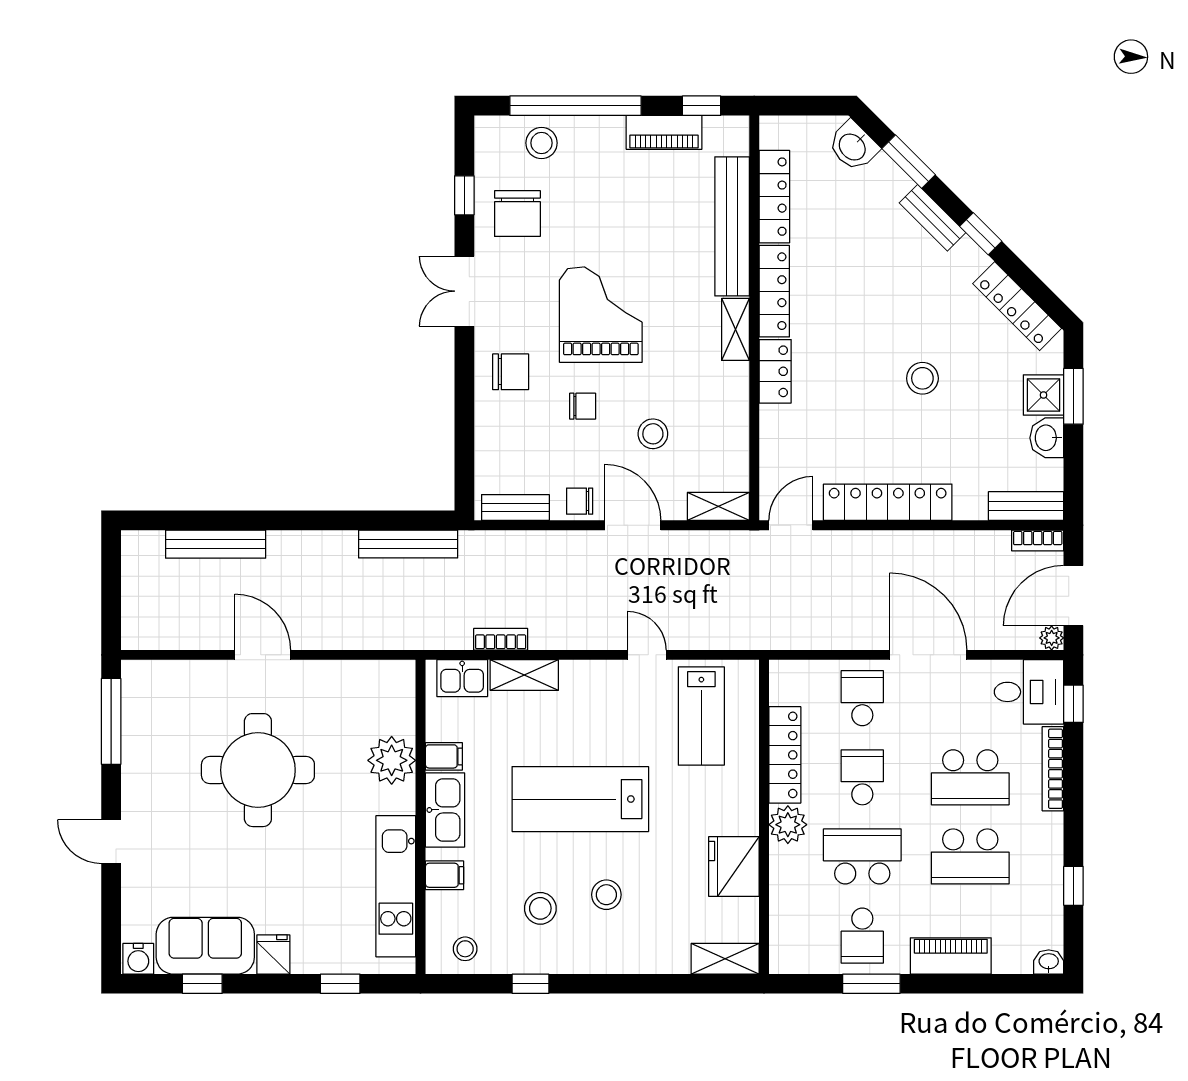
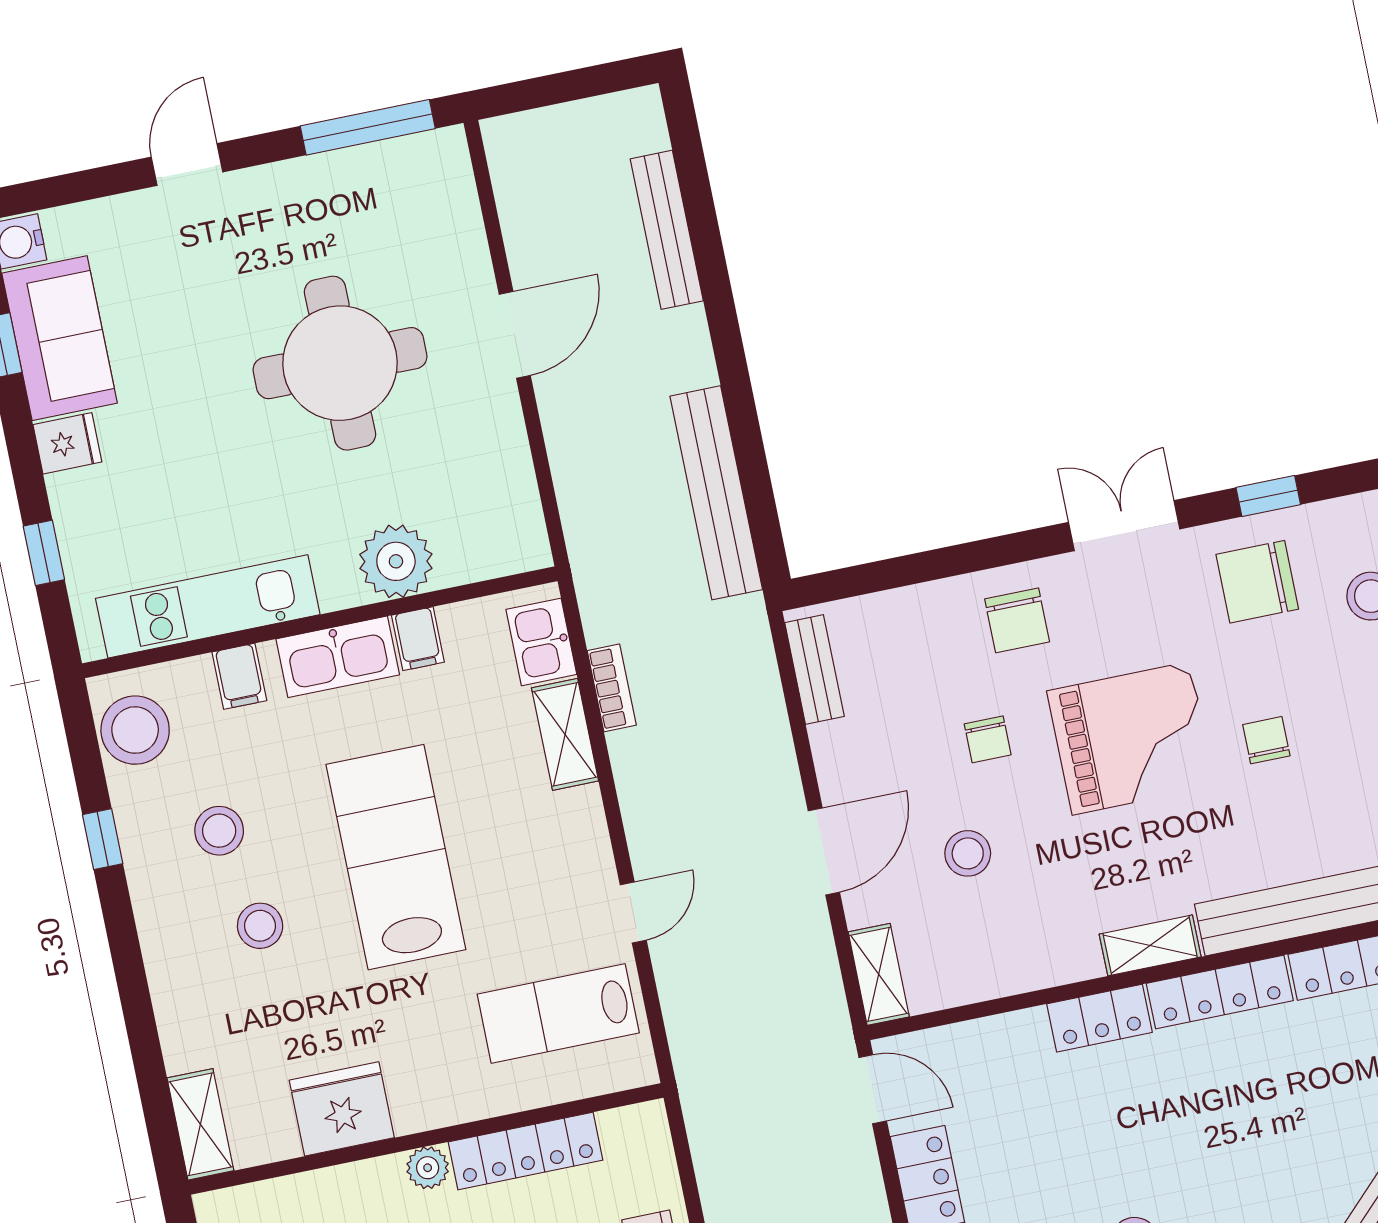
chair: (580, 501) -> (1266, 740), moved
bench: (408, 544) -> (716, 493), width x1.37, depth x1.21
plant: (788, 825) -> (428, 1168), width x0.73, depth x0.73
stool: (465, 949) -> (135, 730), width x1.89, depth x1.89

